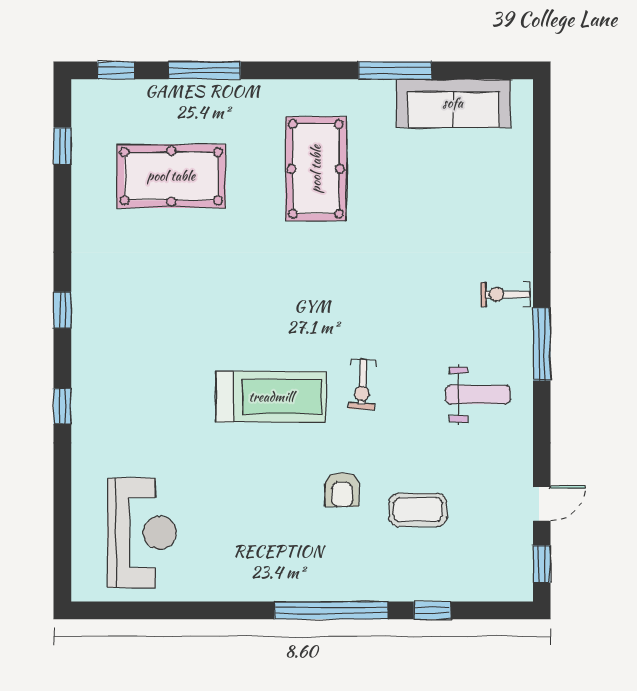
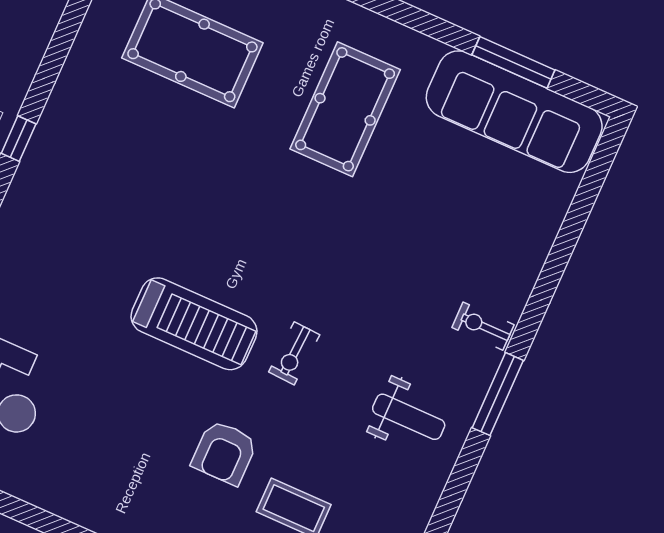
window: (395, 70) -> (513, 62), moved
sofa: (453, 103) -> (514, 112), width x1.36, depth x1.27
armchair: (342, 490) -> (224, 453), width x1.38, depth x1.38

